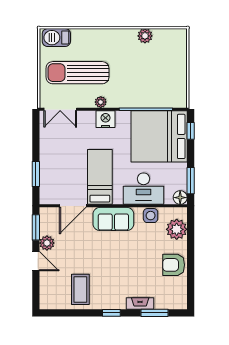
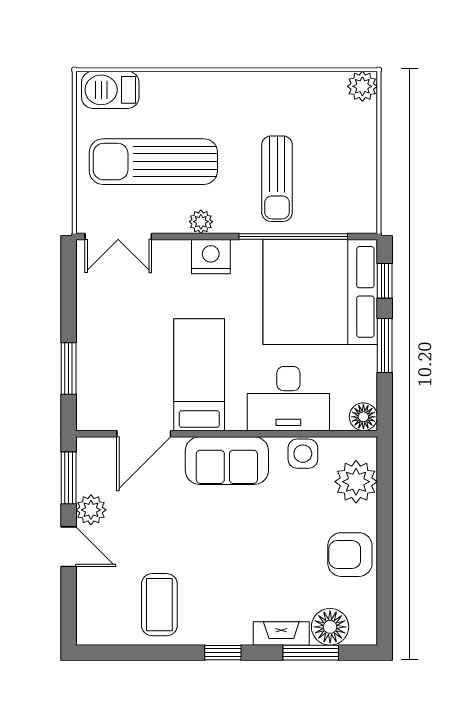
plant: (145, 36) -> (362, 86), moved
sun lounger: (138, 81) -> (277, 179), added
window: (191, 181) -> (385, 346), moved
floor lamp: (164, 300) -> (330, 627), added

